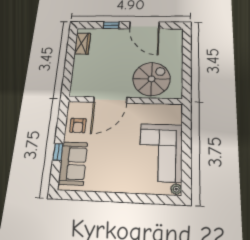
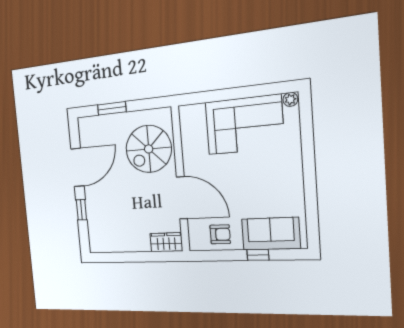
wardrobe: (82, 44) -> (166, 242), moved
window: (187, 55) -> (112, 108), added
spiral stairs: (152, 79) -> (149, 149), turned -90

